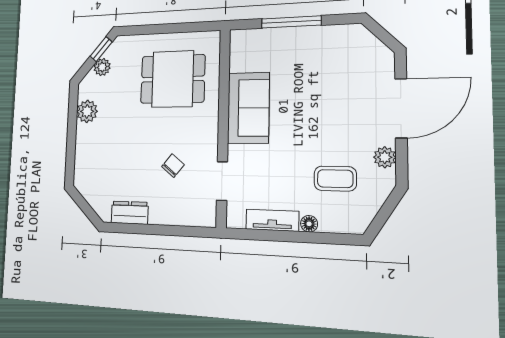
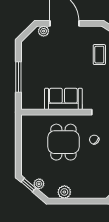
dining table: (173, 79) -> (63, 142), moved
plant: (385, 157) -> (44, 31), moved

